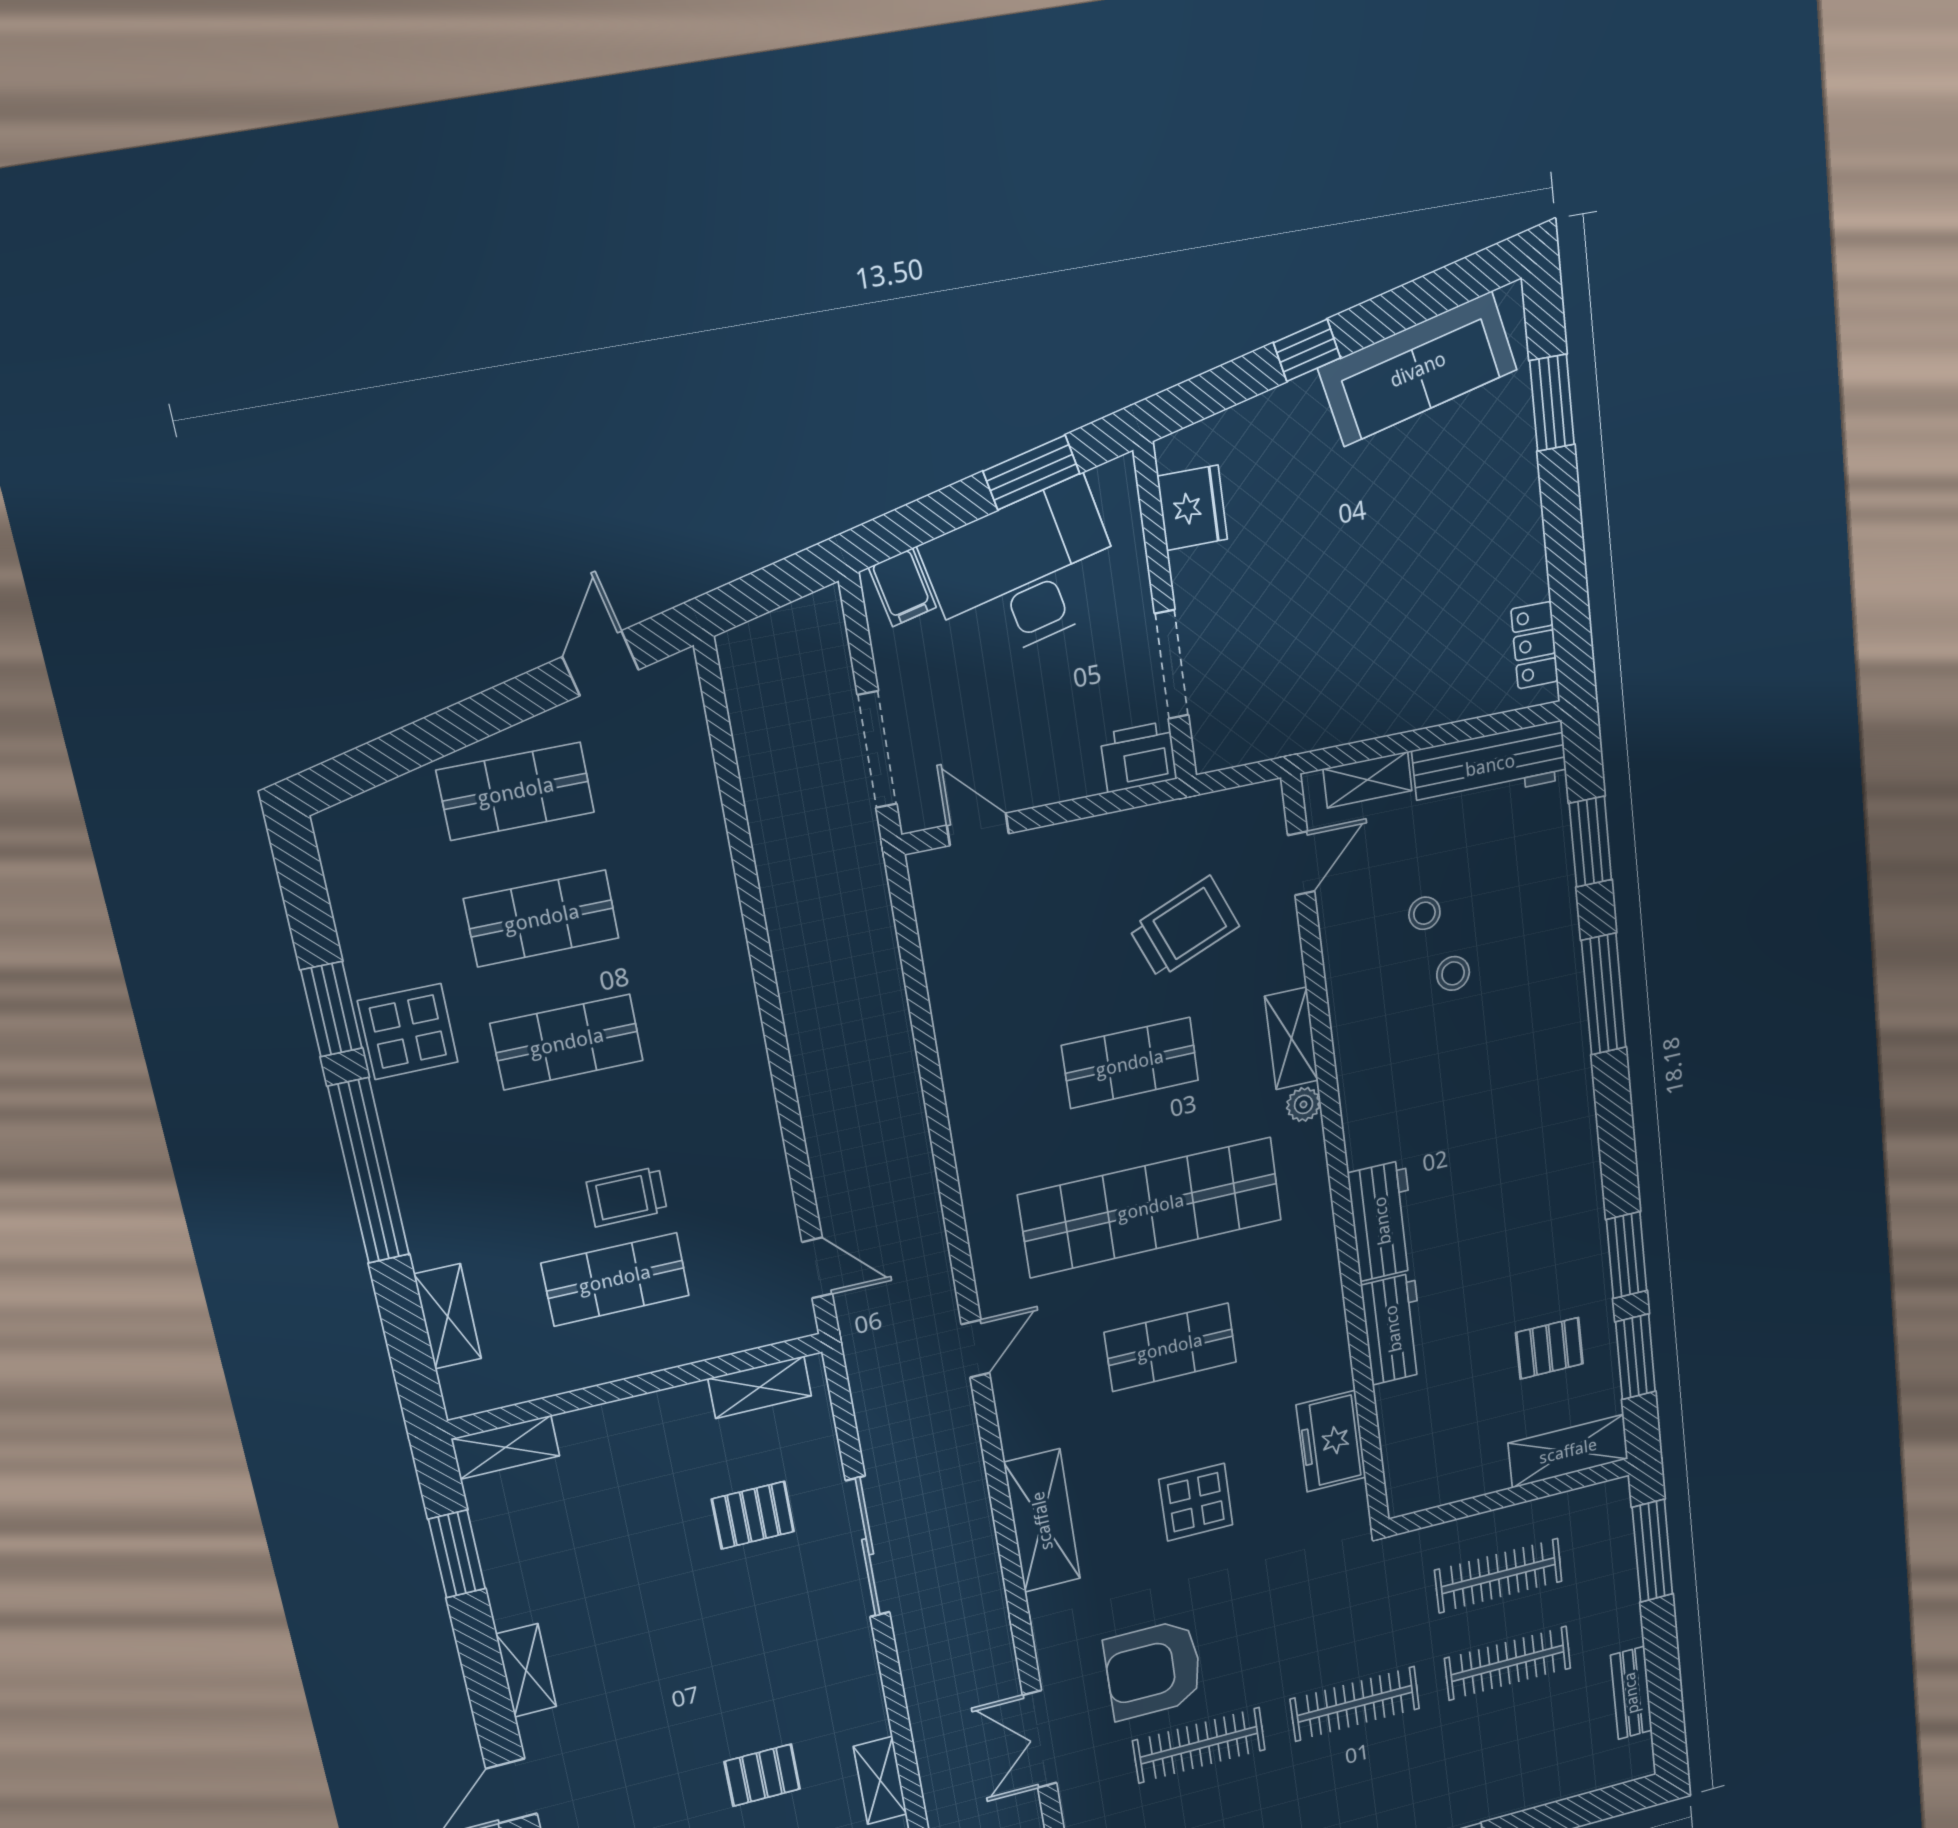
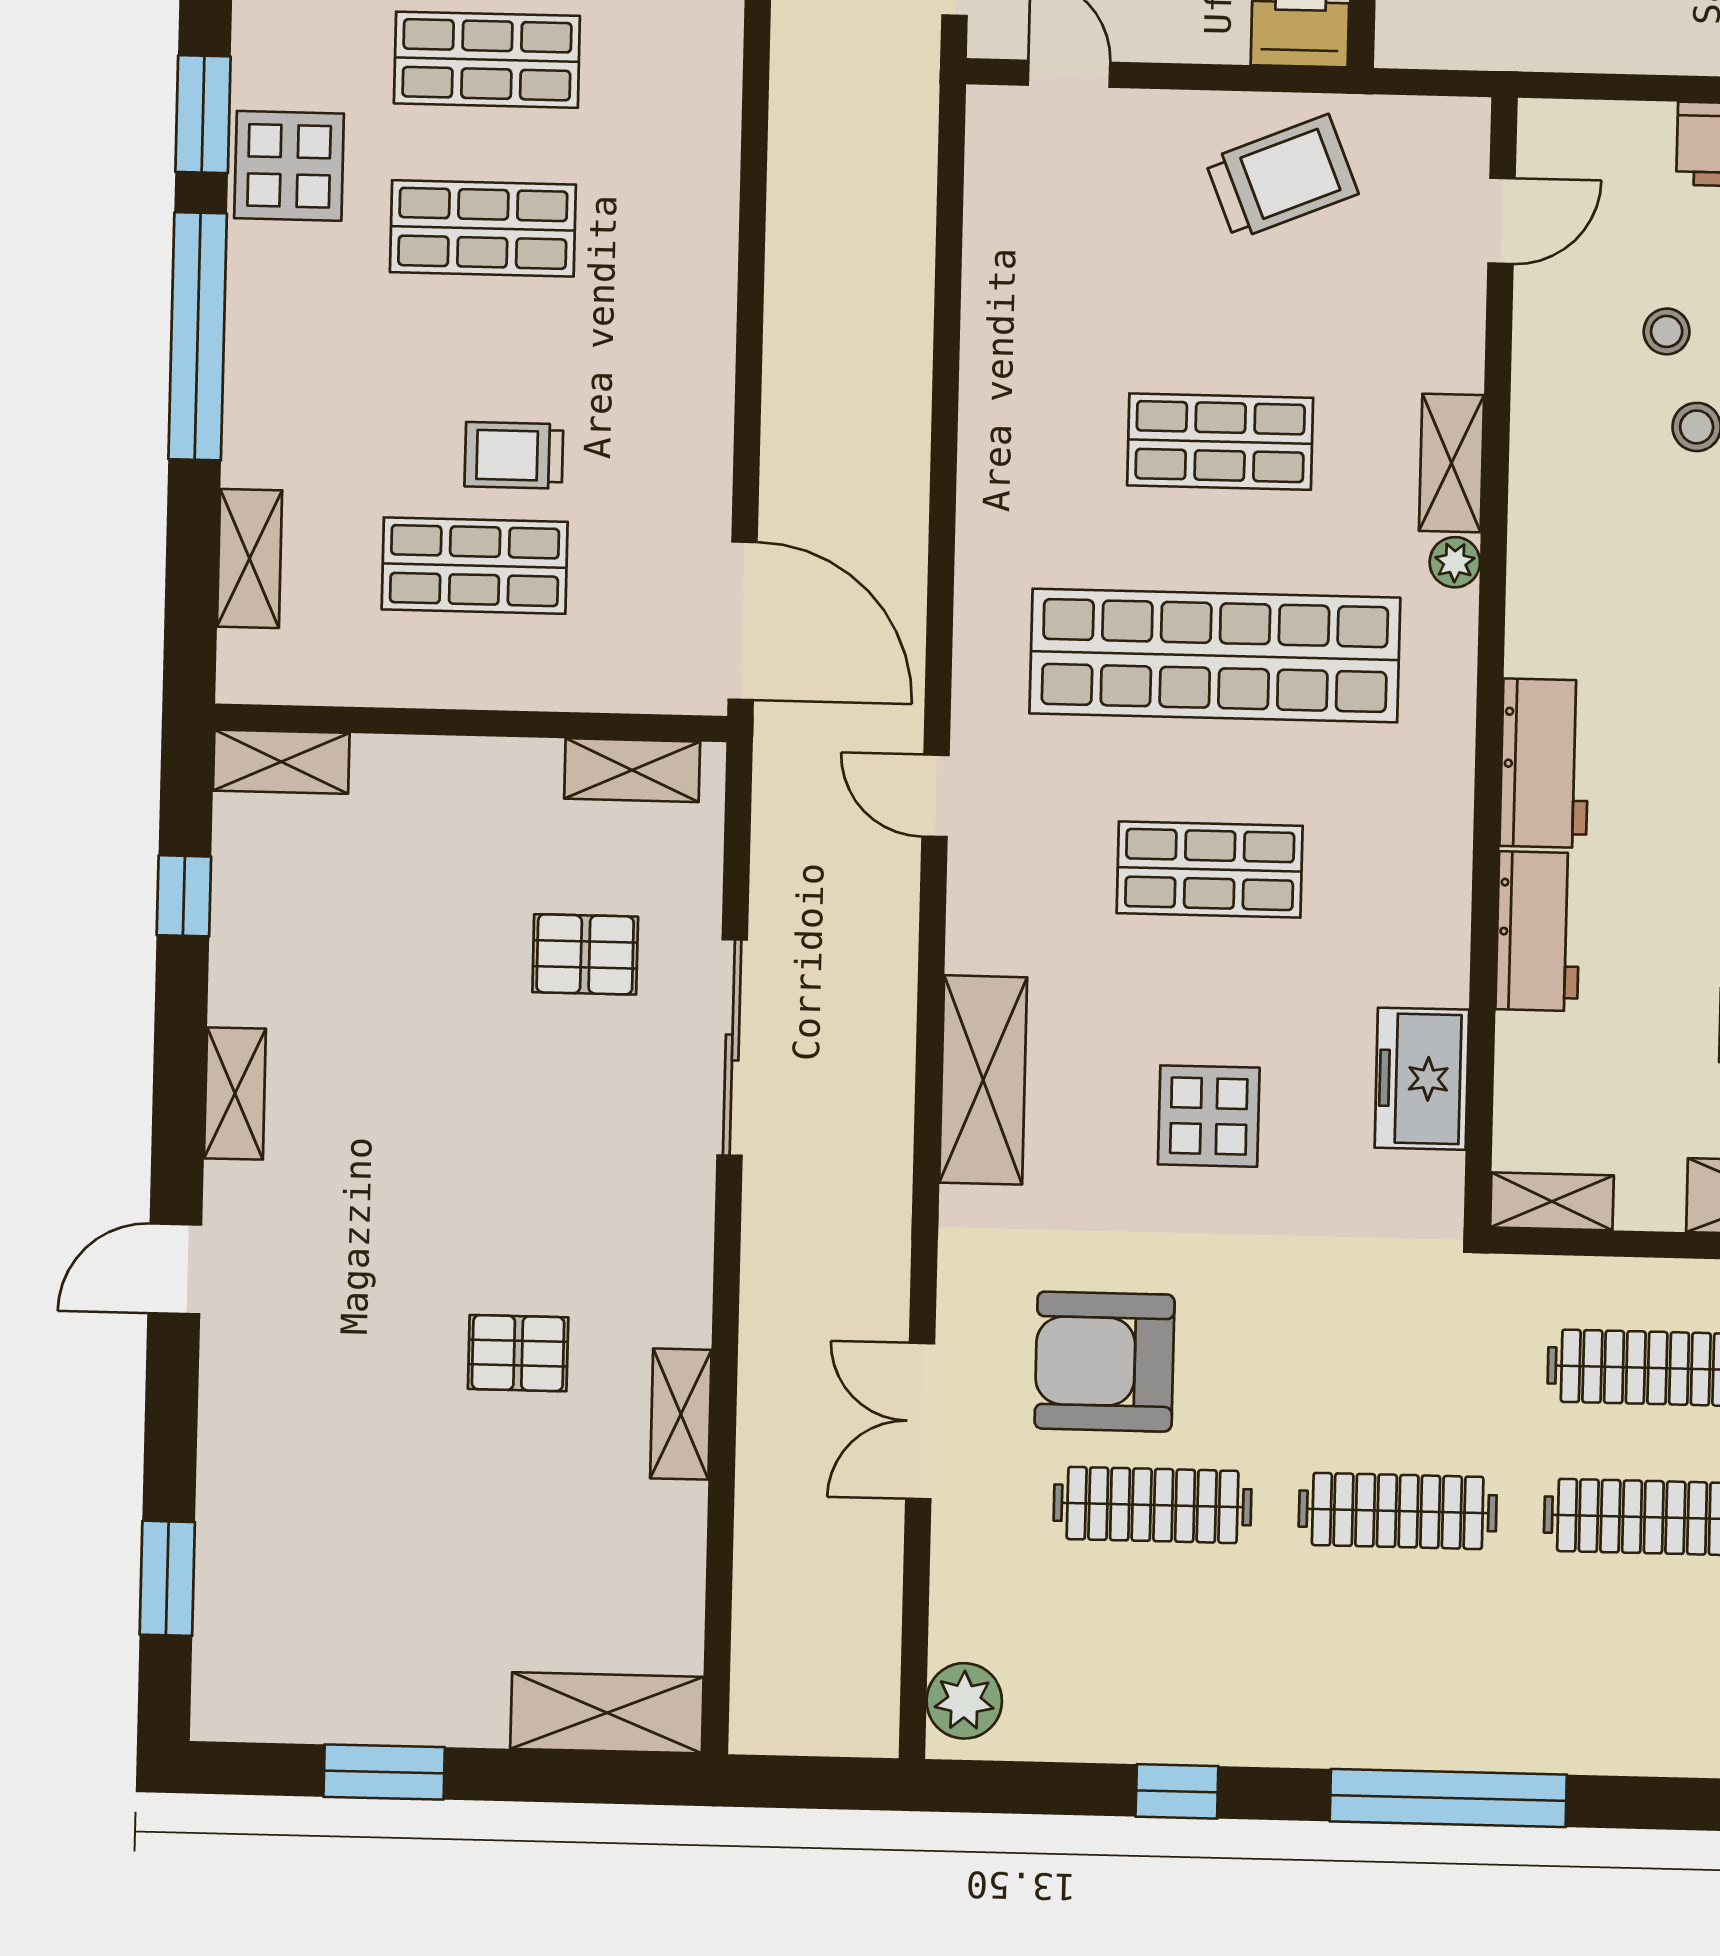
shelving: (1368, 780) -> (1552, 1201), moved
trolley: (1184, 927) -> (1282, 177), moved
door: (817, 1268) -> (743, 621), width x1.87
door: (975, 1349) -> (935, 796), swing flipped
window: (457, 1554) -> (184, 896), width x0.67

